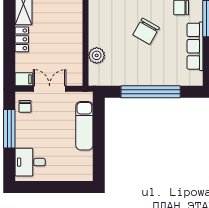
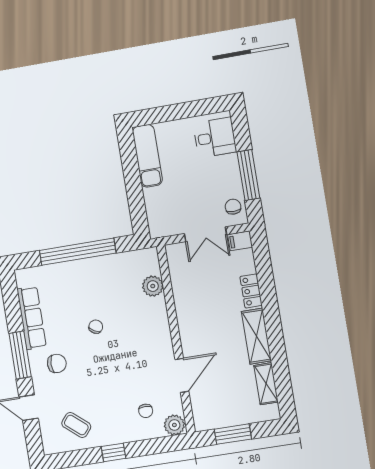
chair: (146, 31) -> (96, 327), width x0.54, depth x0.54
exam couch: (84, 126) -> (147, 156), moved

